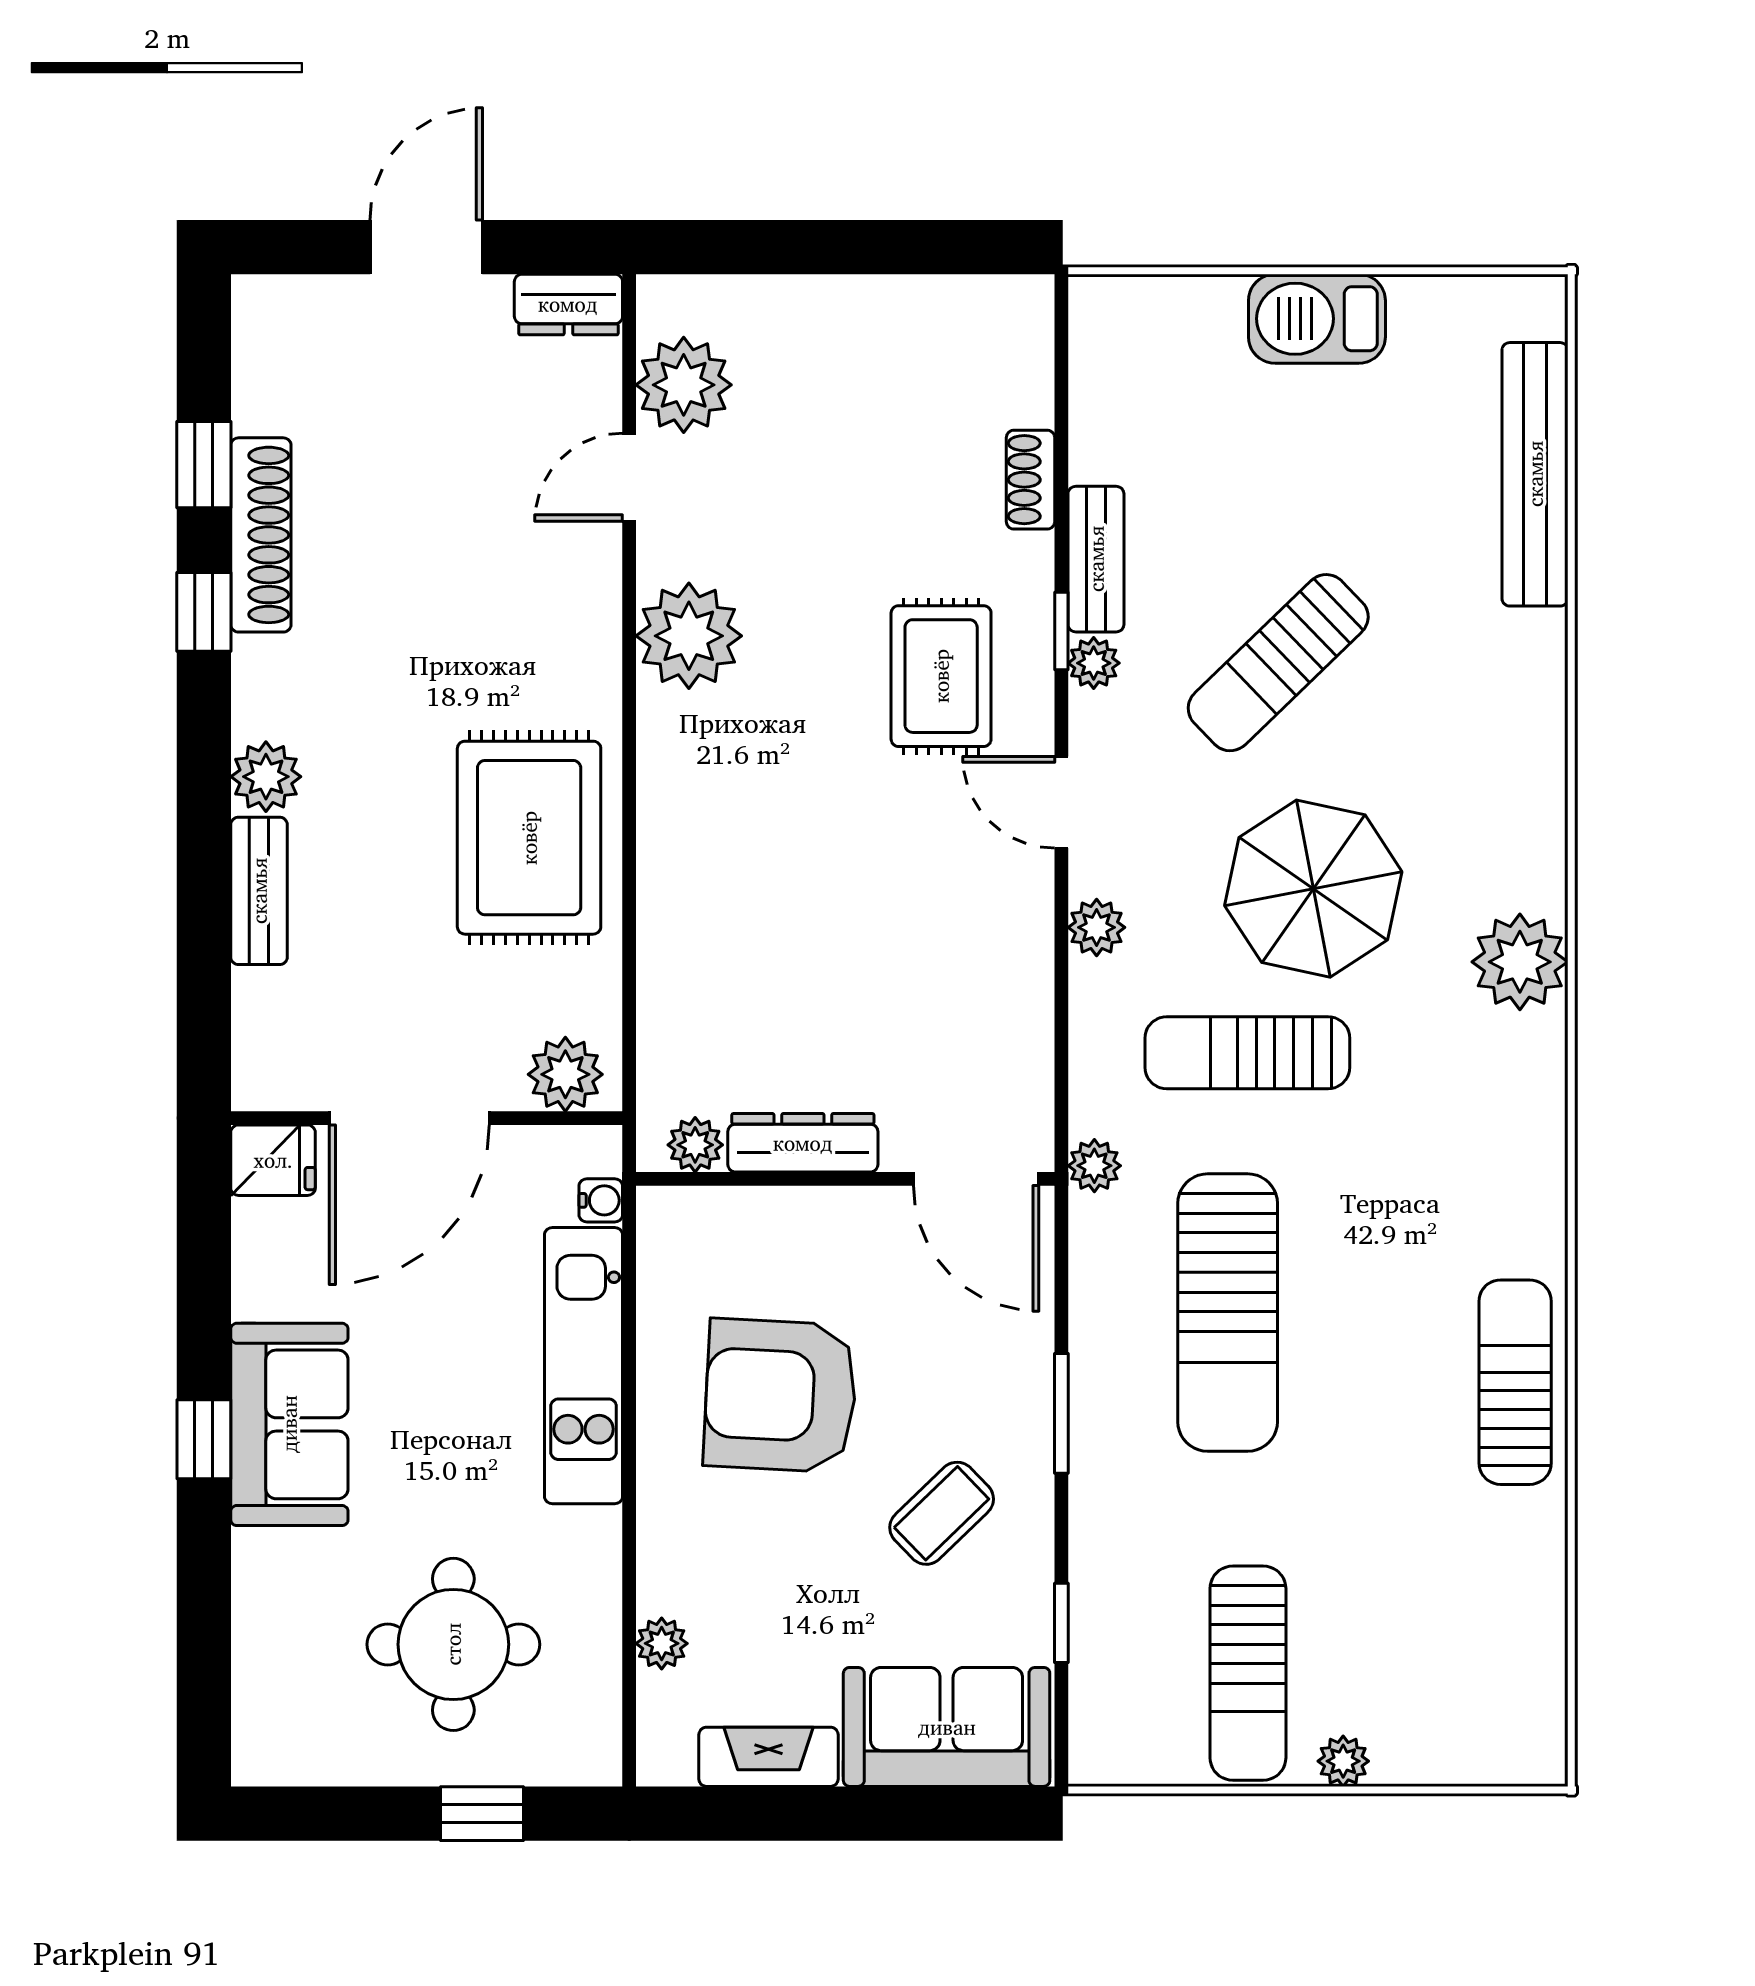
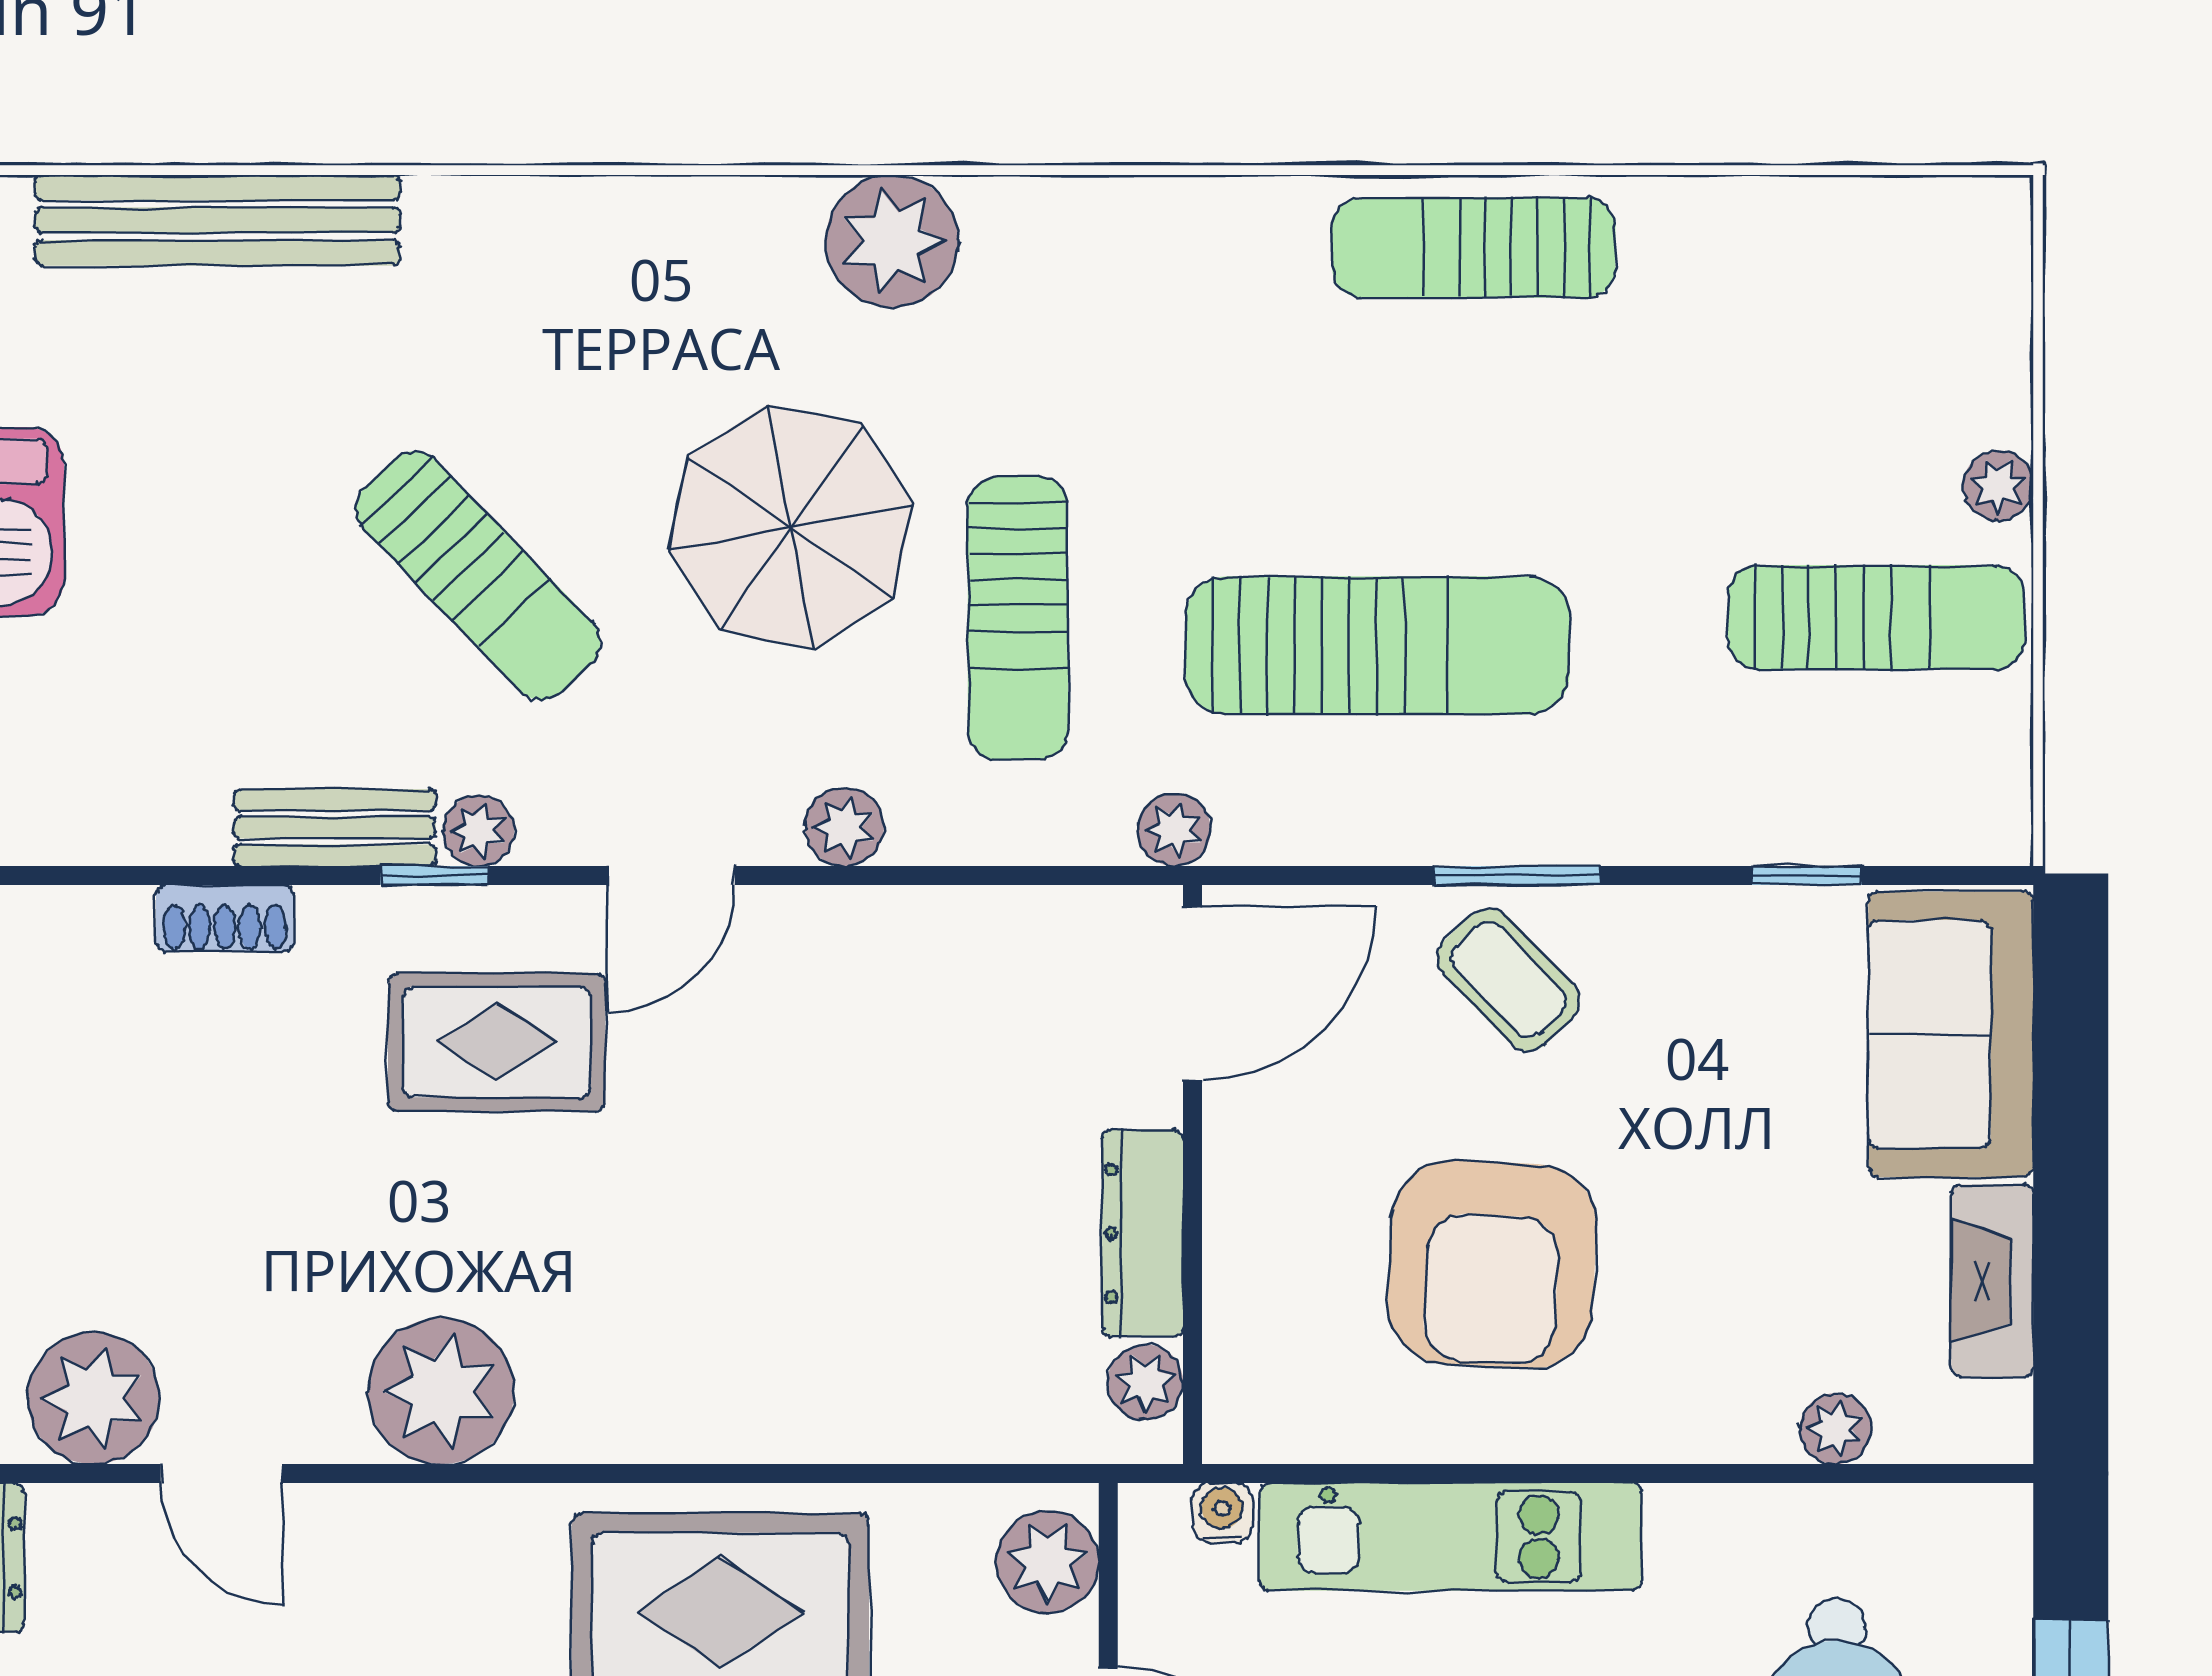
coffee table: (942, 1513) -> (1509, 980), moved

